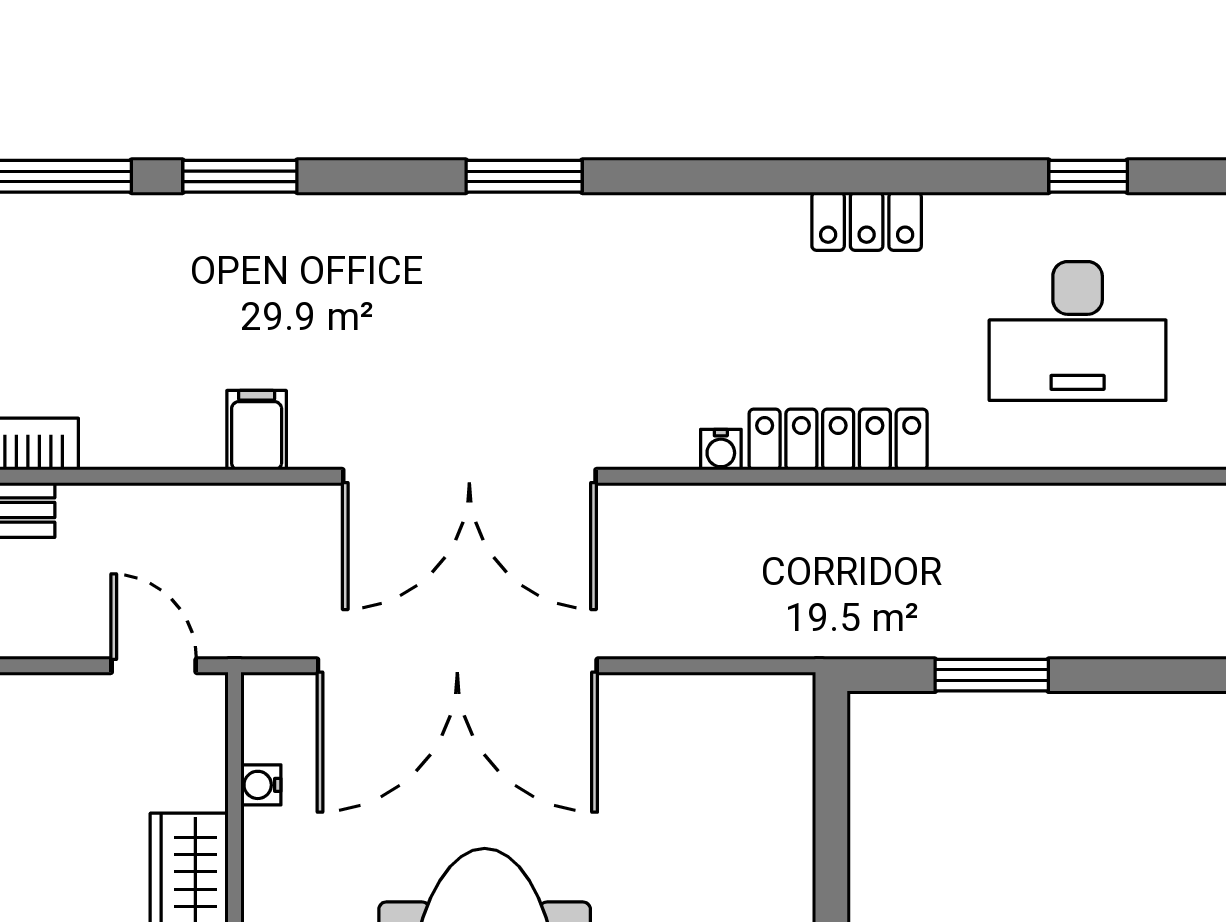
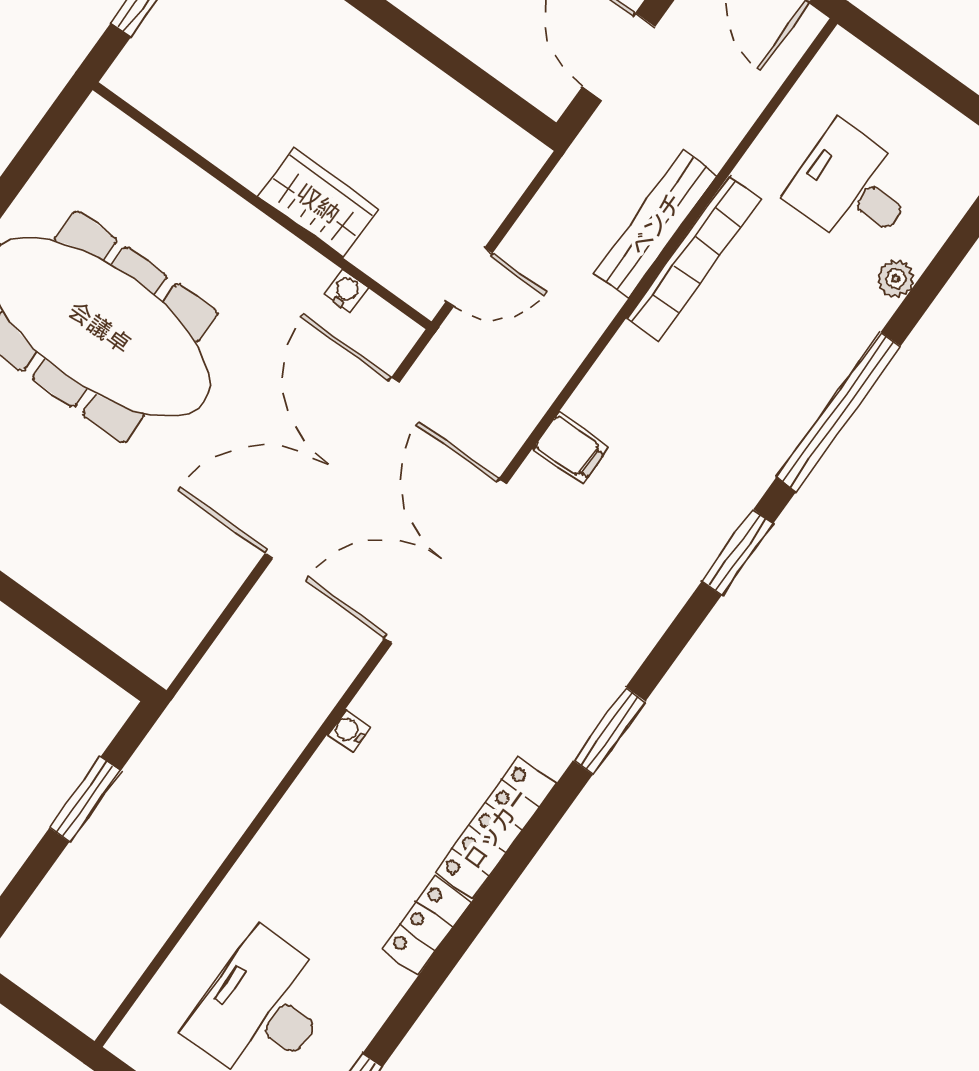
locker: (838, 440) -> (496, 828), moved, turned 180

